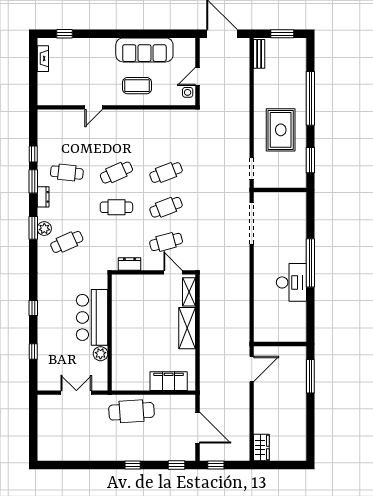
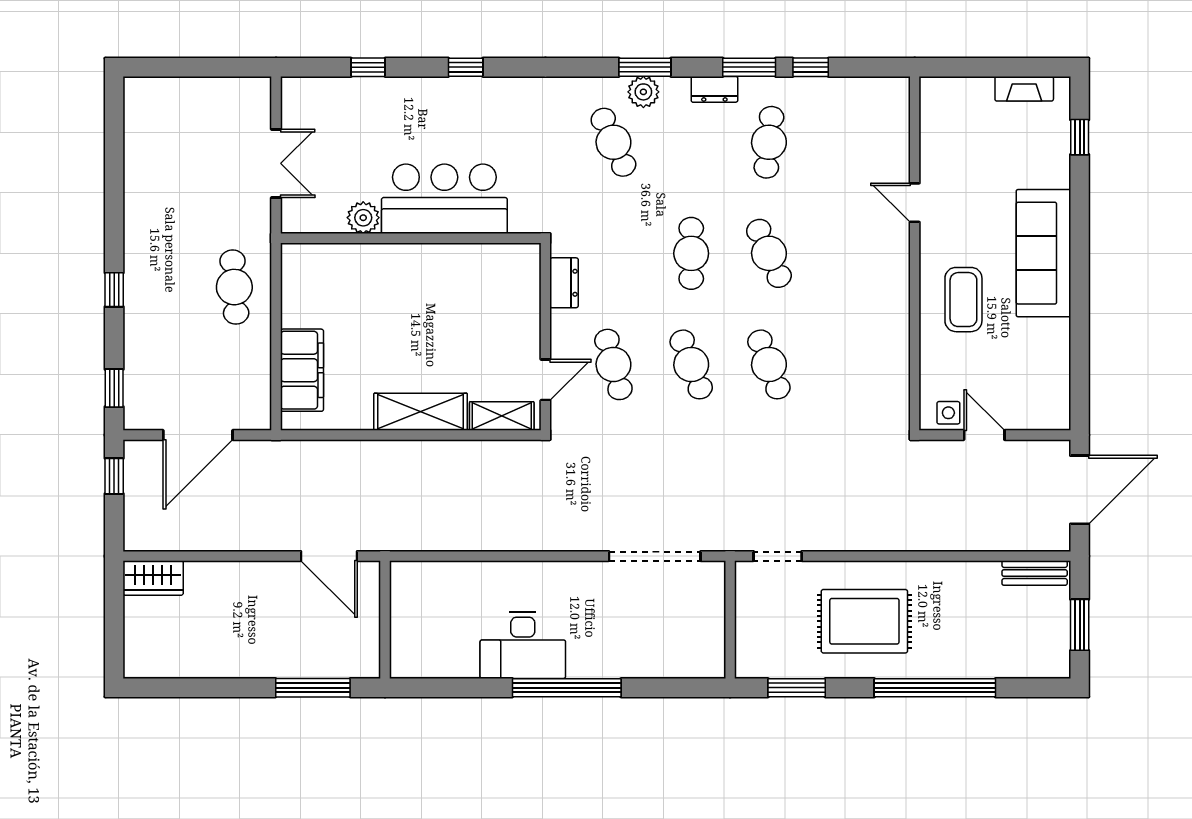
sofa: (144, 50) -> (1043, 253), moved
cafe table: (131, 411) -> (234, 287), width x0.73, depth x0.74

